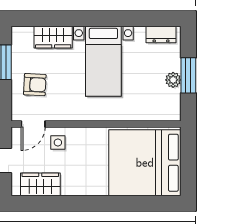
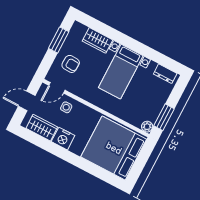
window: (188, 75) -> (164, 117), moved
plant: (173, 80) -> (147, 127), moved
nightstand: (75, 184) -> (63, 139), added

